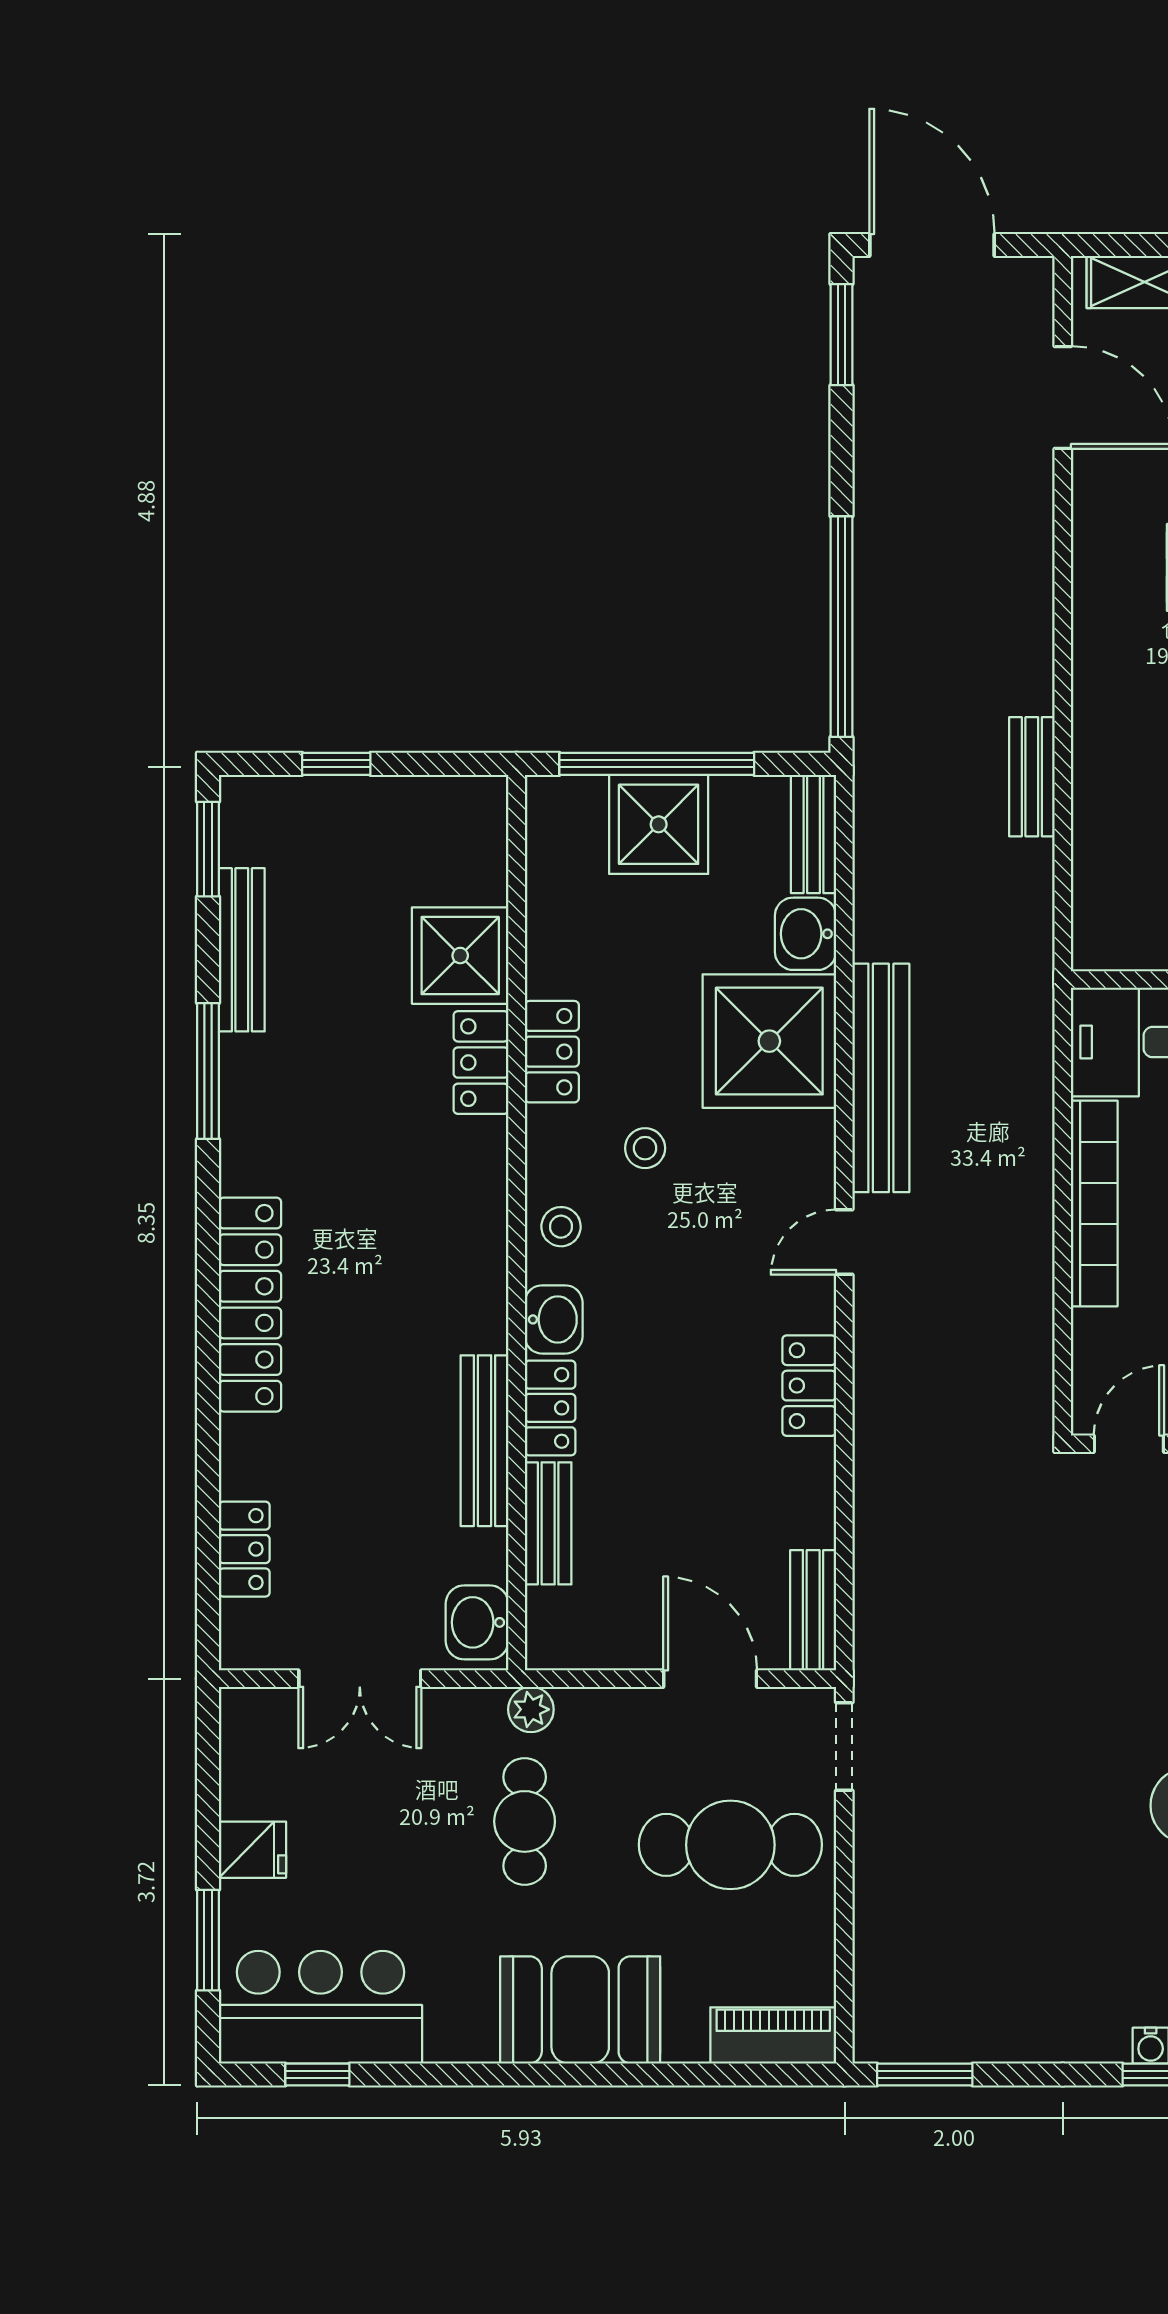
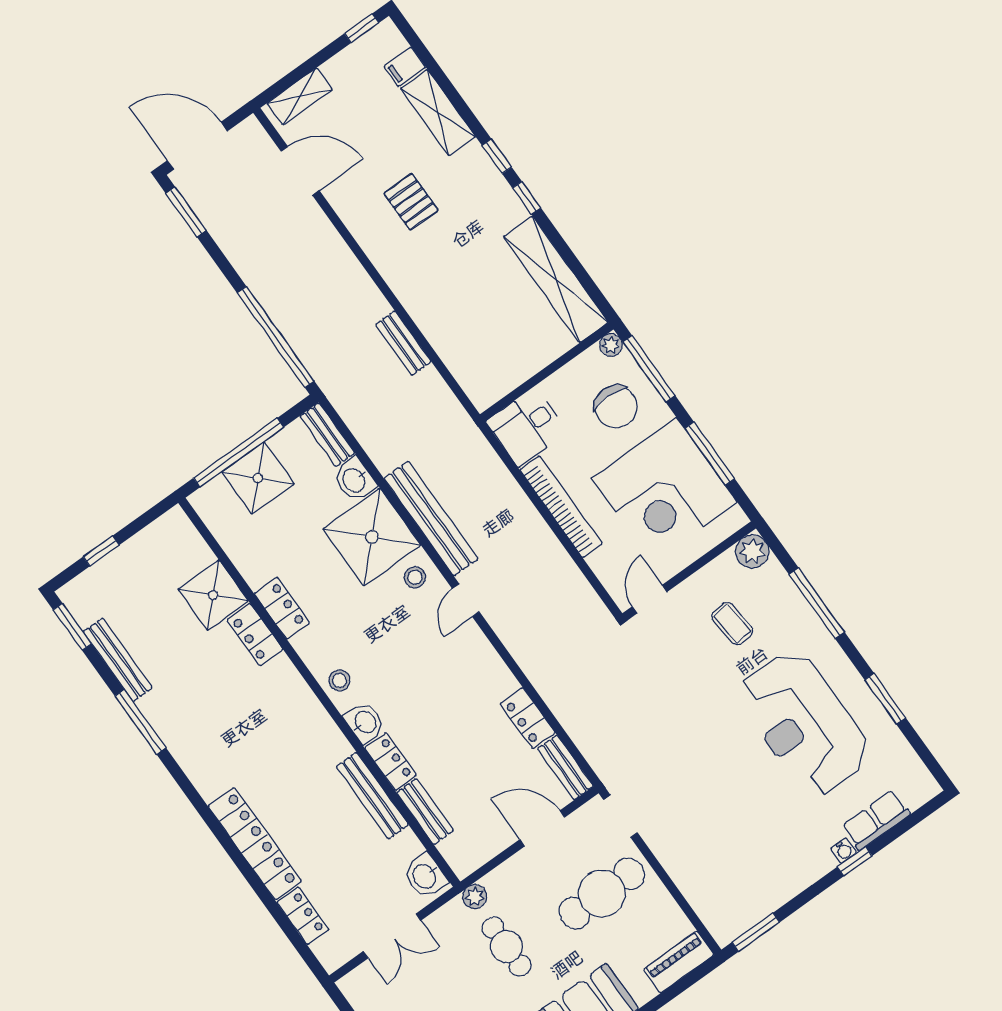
stool: (645, 1148) -> (415, 577), moved
locker: (250, 1305) -> (255, 844), moved
locker: (809, 1386) -> (528, 718), moved

